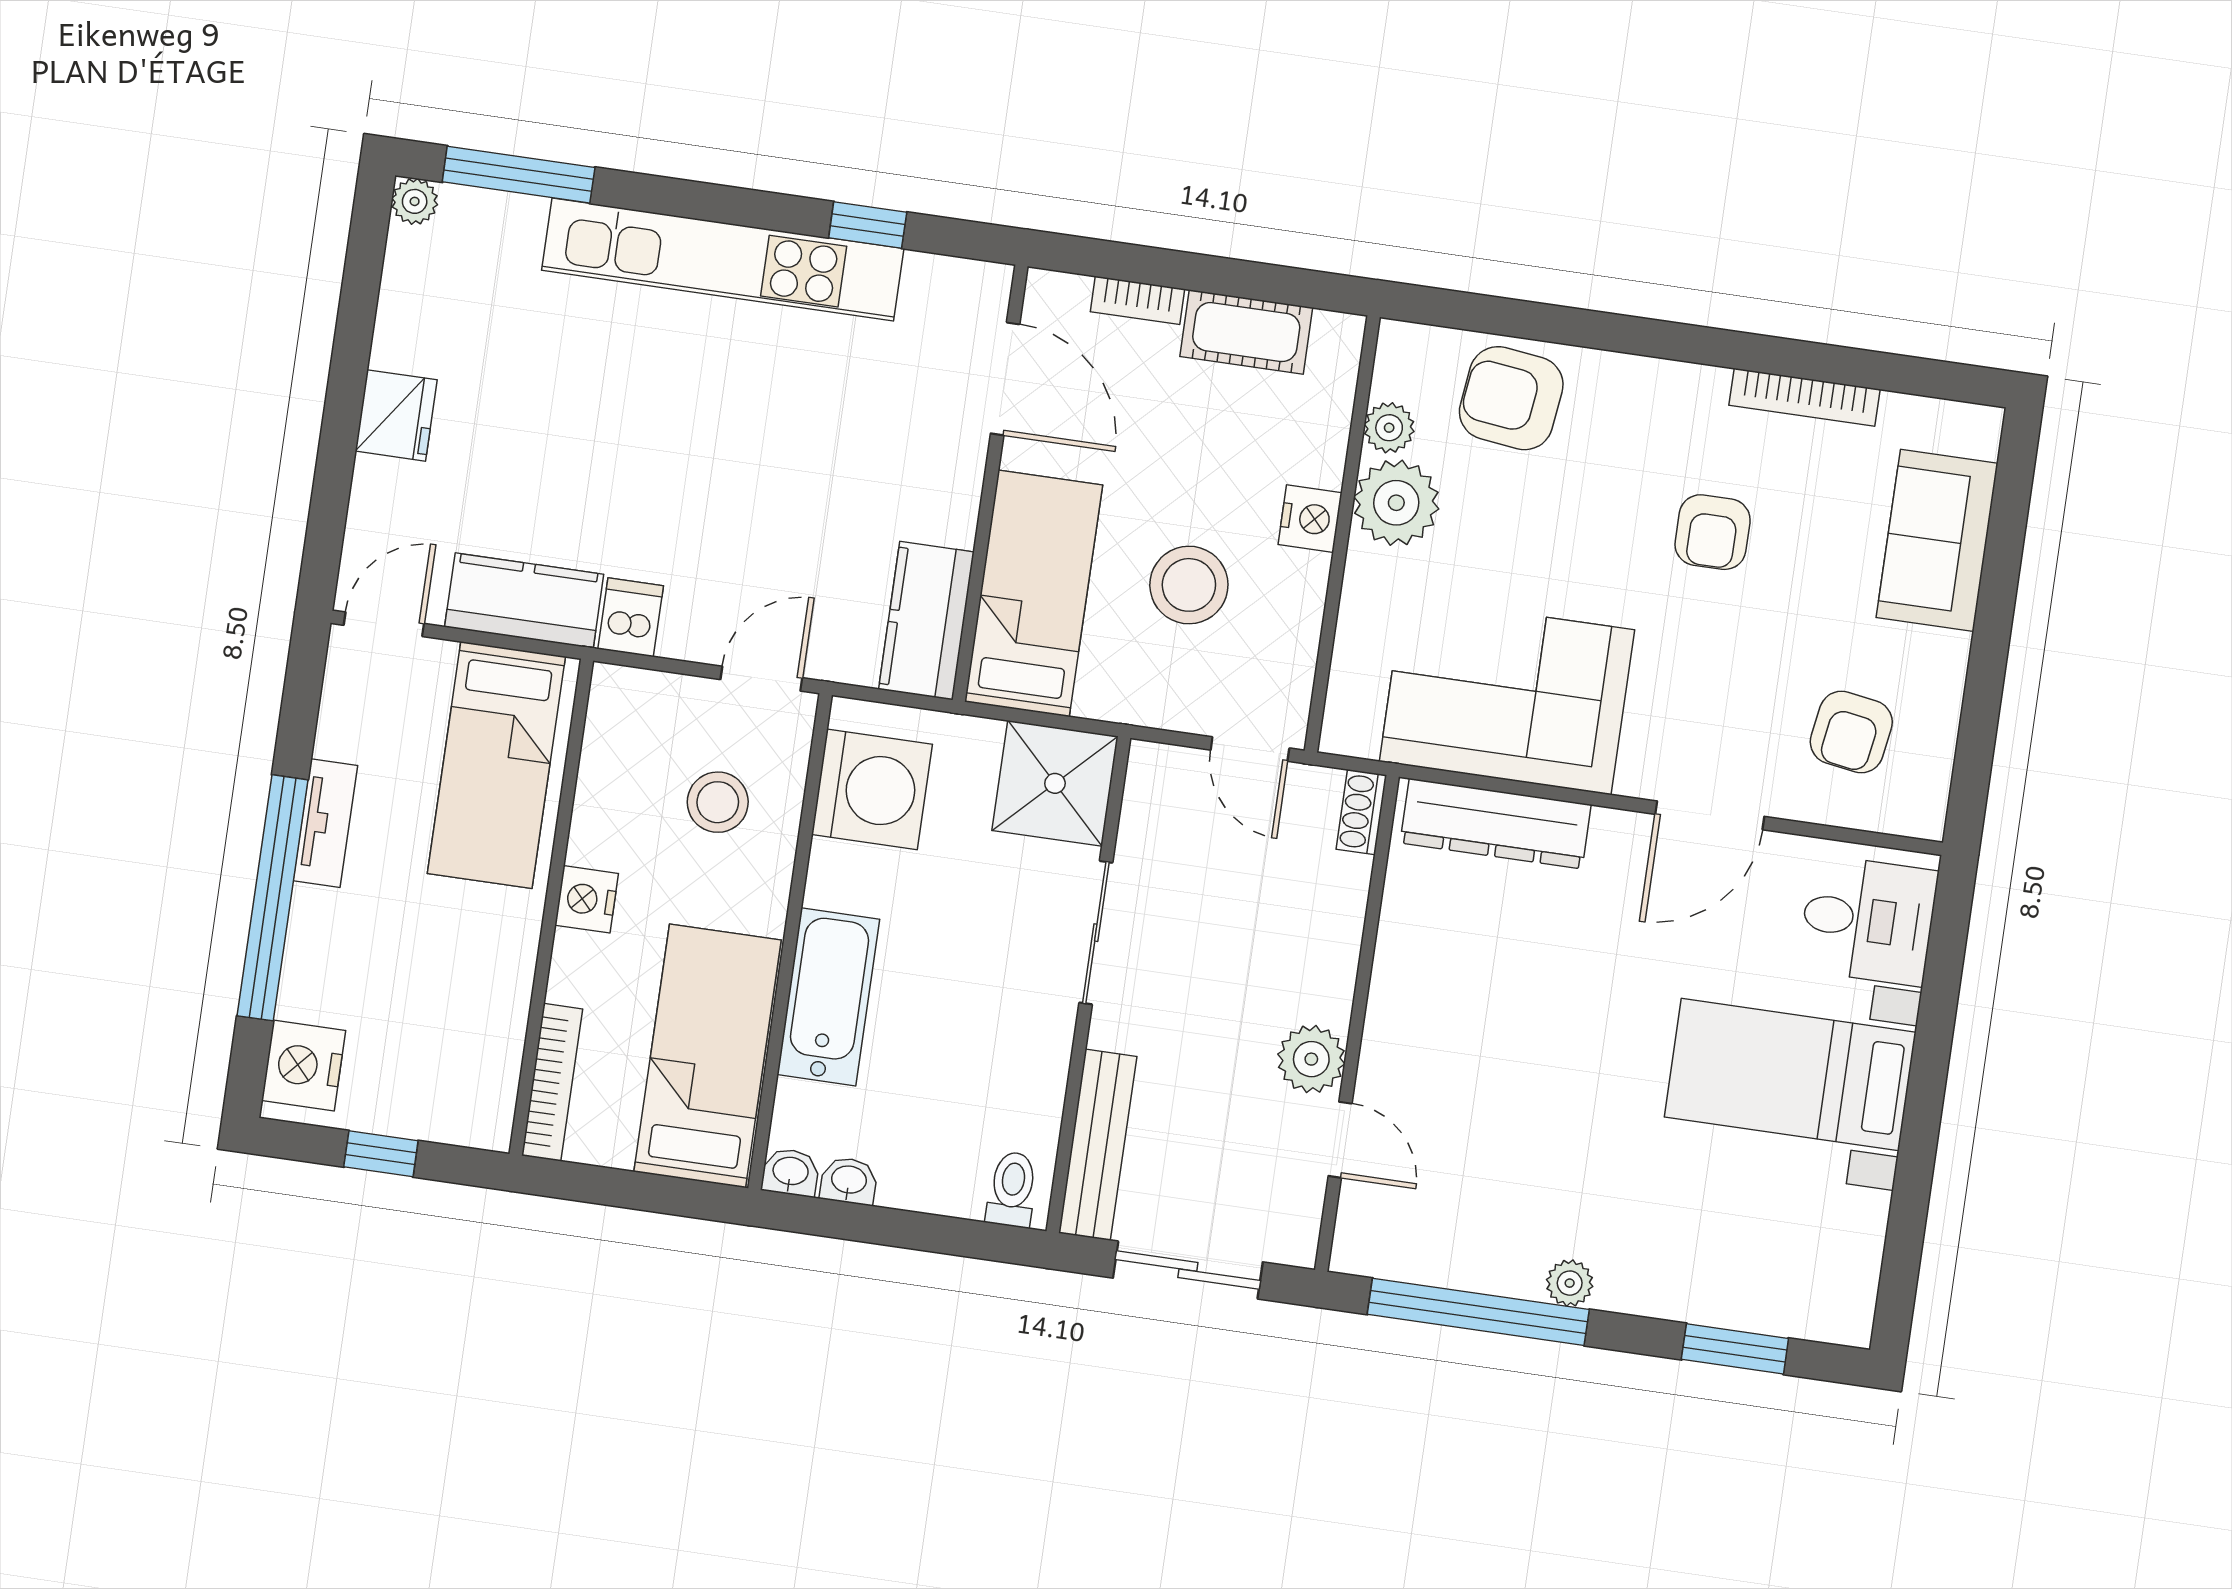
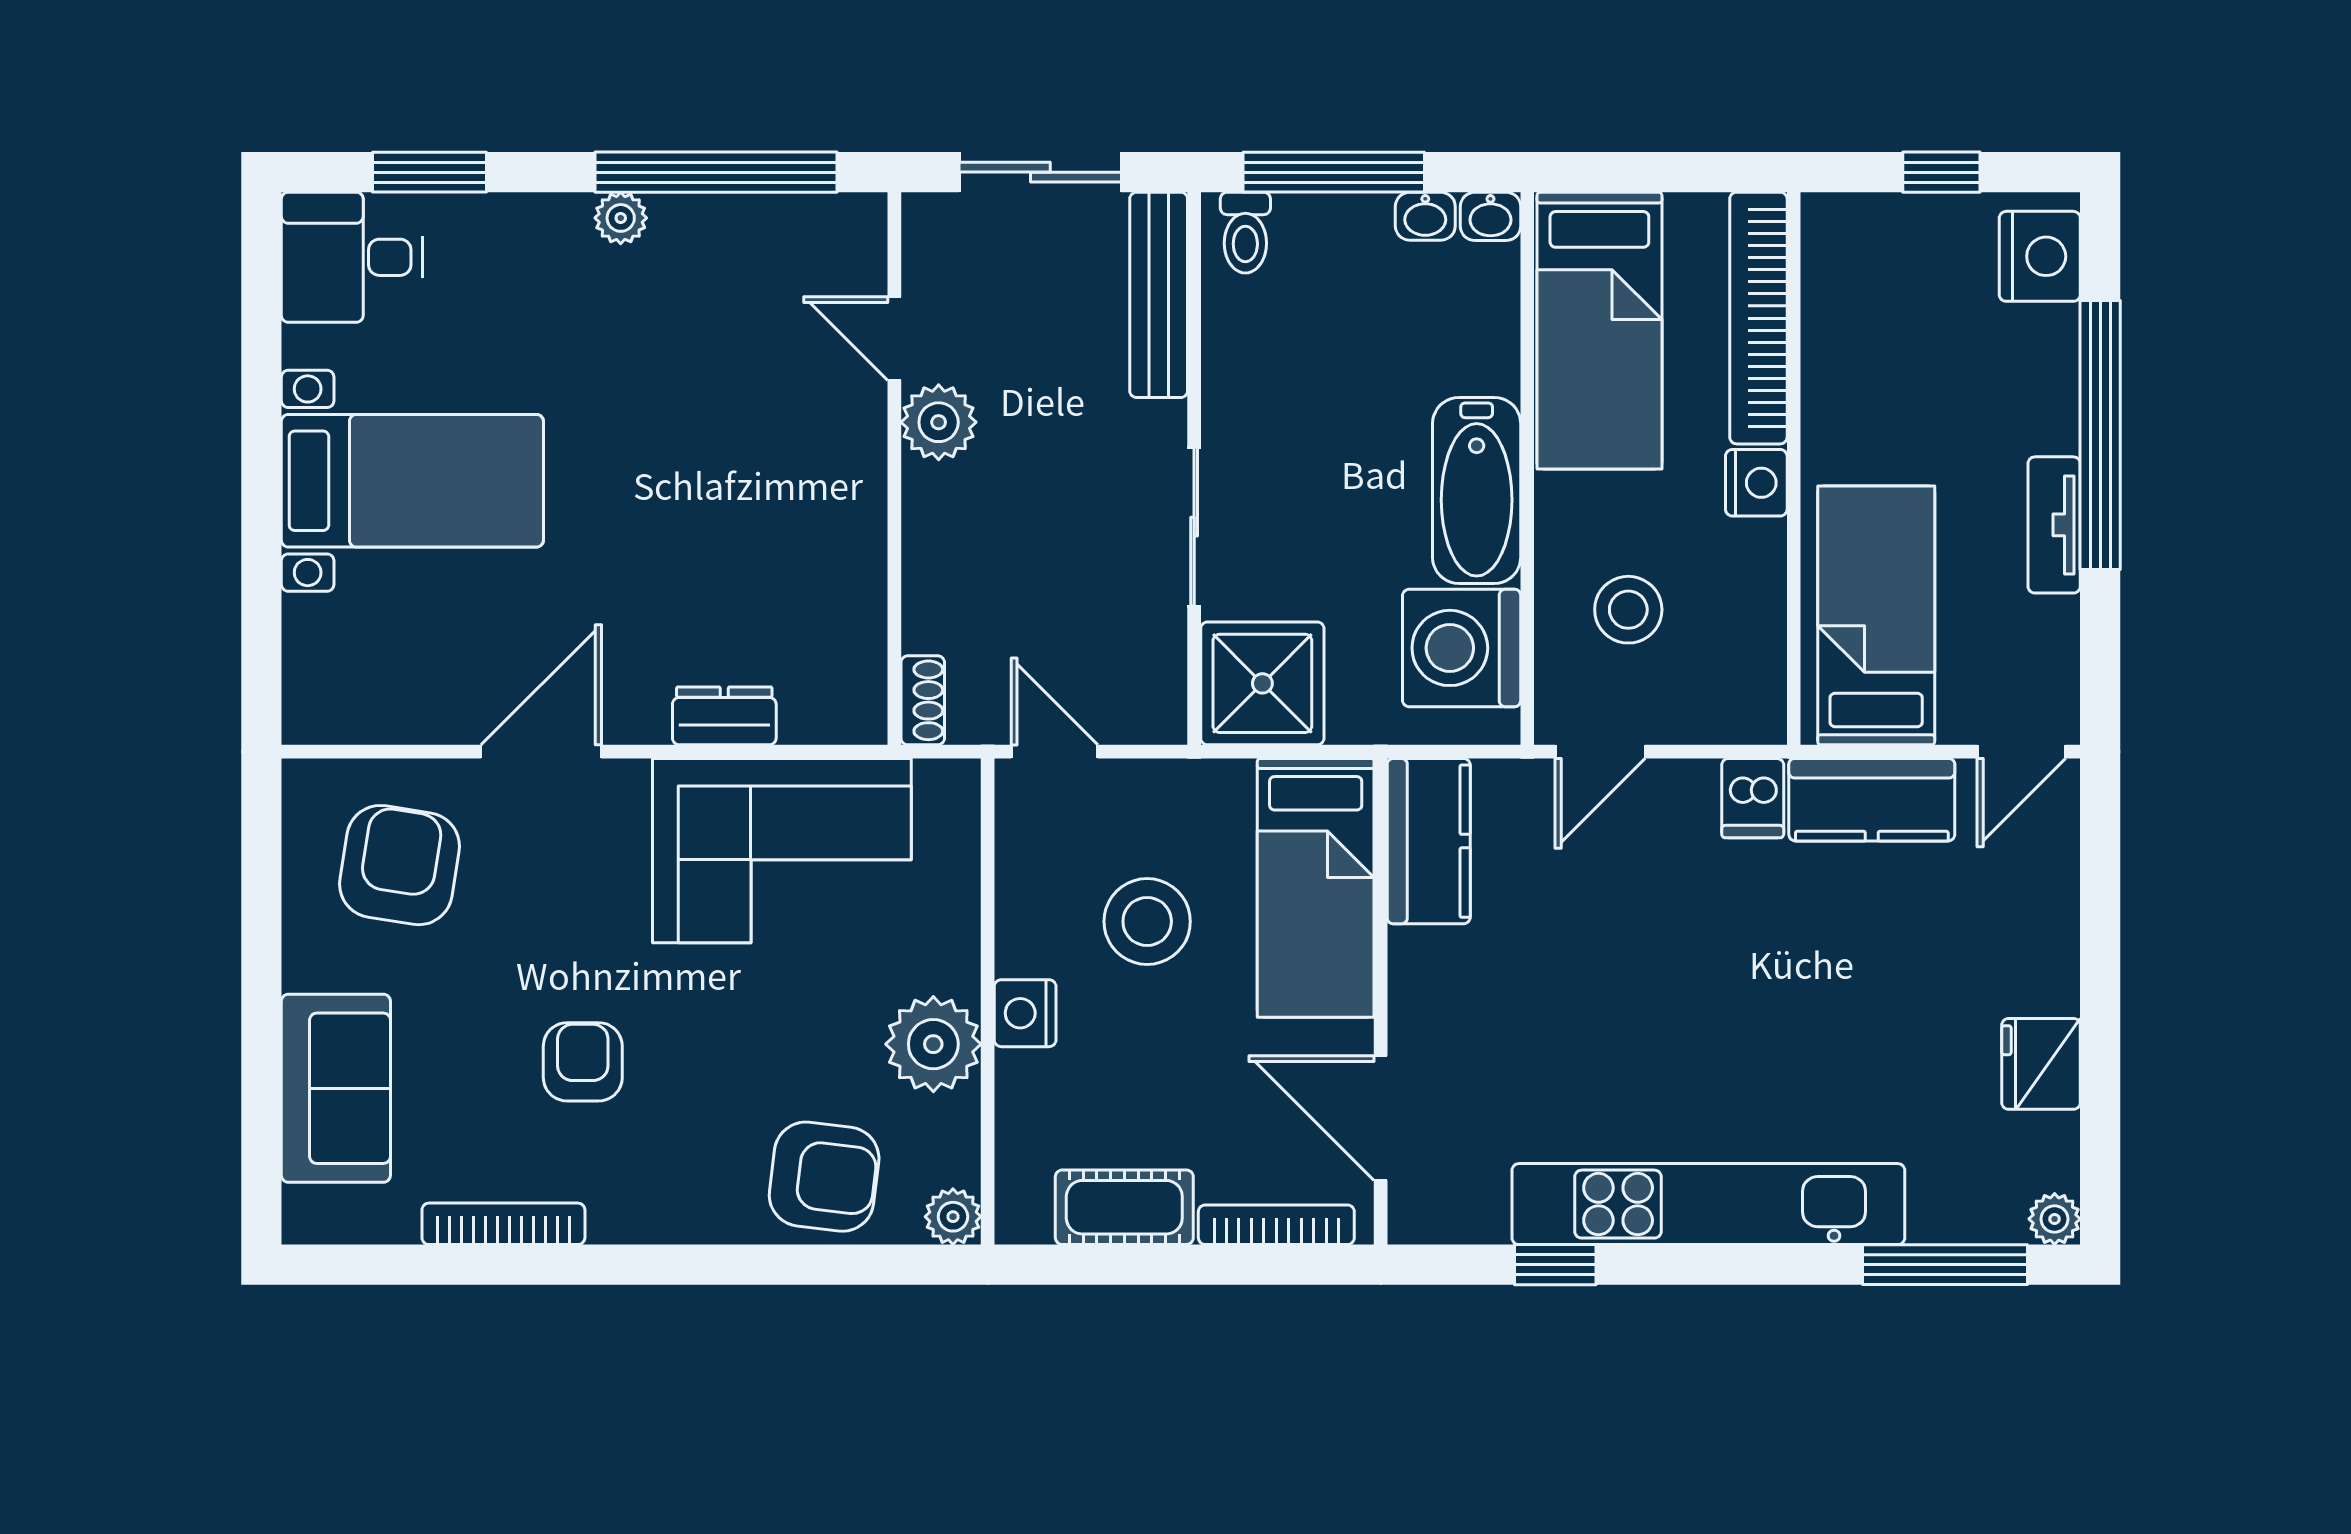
bookcase: (1137, 300) -> (1276, 1225), width x1.56
fridge: (396, 415) -> (2041, 1064), moved
plant: (1389, 428) -> (953, 1217), moved
armchair: (1851, 732) -> (400, 865), width x1.38, depth x1.38
dresser: (1496, 824) -> (724, 716), width x0.51, depth x0.80
desk: (1868, 920) -> (352, 257), moved
bathtub: (828, 997) -> (1477, 490), moved
bookcase: (552, 1082) -> (1758, 318), width x1.48, depth x1.31
window: (925, 1232) -> (1334, 172), added

